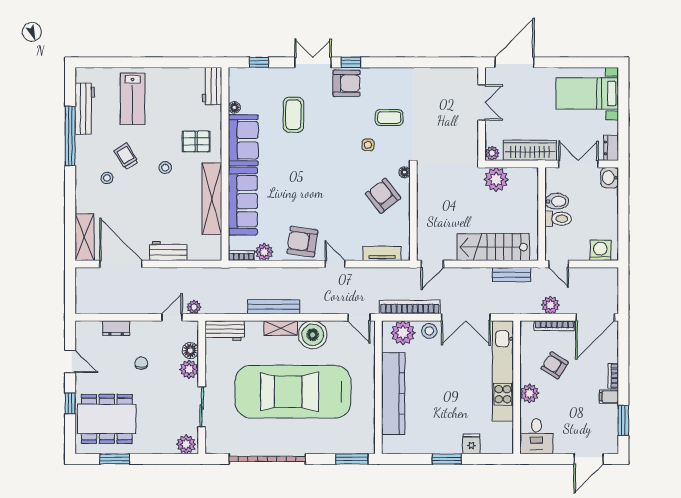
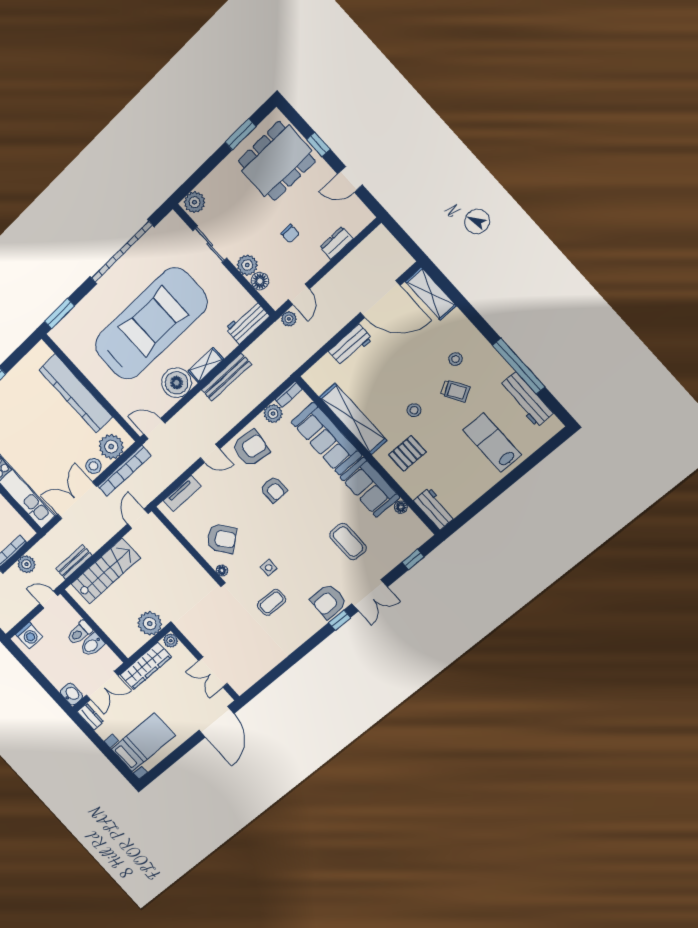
armchair: (313, 198) -> (274, 489), added

